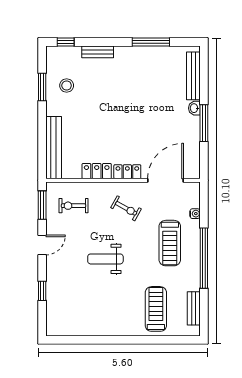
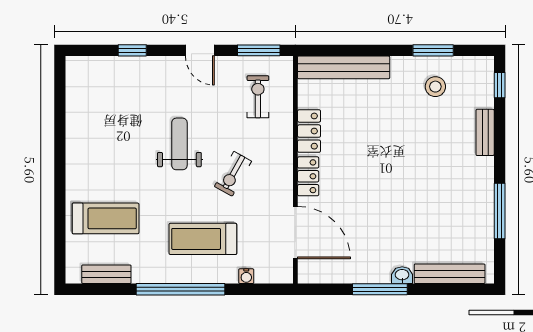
exercise bike: (126, 208) -> (233, 174), moved

